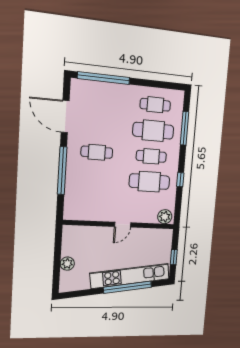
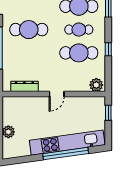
cafe table: (97, 152) -> (29, 30), width x1.37, depth x1.35
dresser: (88, 215) -> (24, 86), added
window: (174, 257) -> (108, 113), moved

